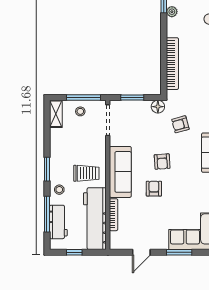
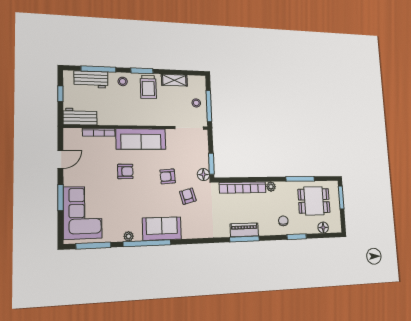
plant: (172, 12) -> (271, 187), moved
window: (132, 97) -> (211, 164), moved
shelving: (56, 114) -> (174, 80), moved
armchair: (162, 162) -> (168, 176), moved
trolley: (86, 173) -> (148, 87), moved
workbench: (95, 219) -> (80, 117), width x0.53, depth x0.76
door: (141, 252) -> (60, 159), swing flipped

